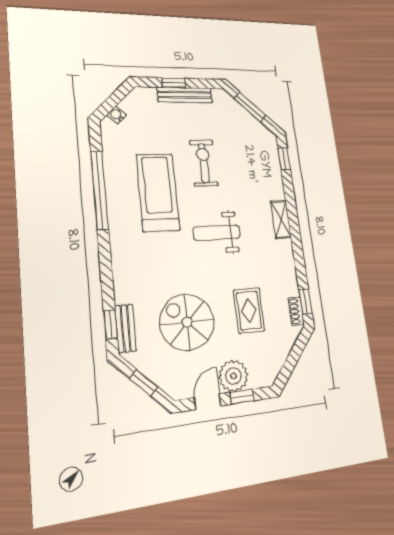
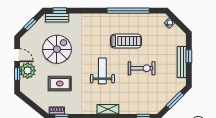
treadmill: (158, 192) -> (126, 41), width x0.73, depth x0.73

